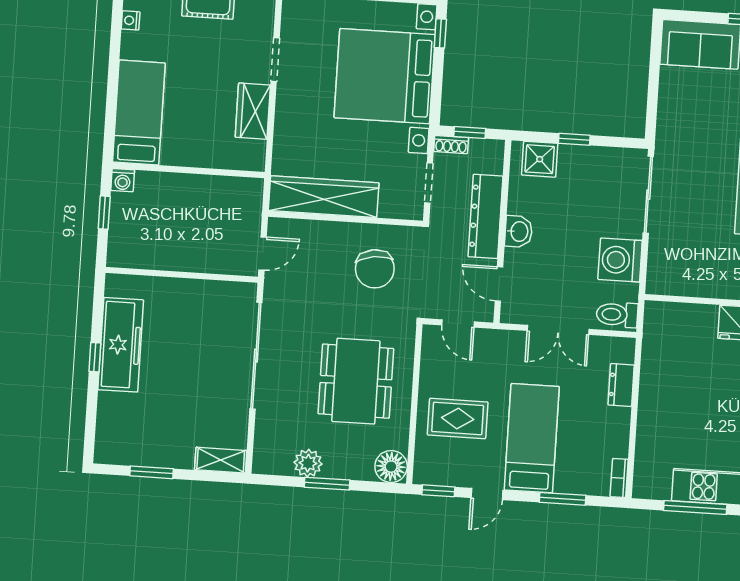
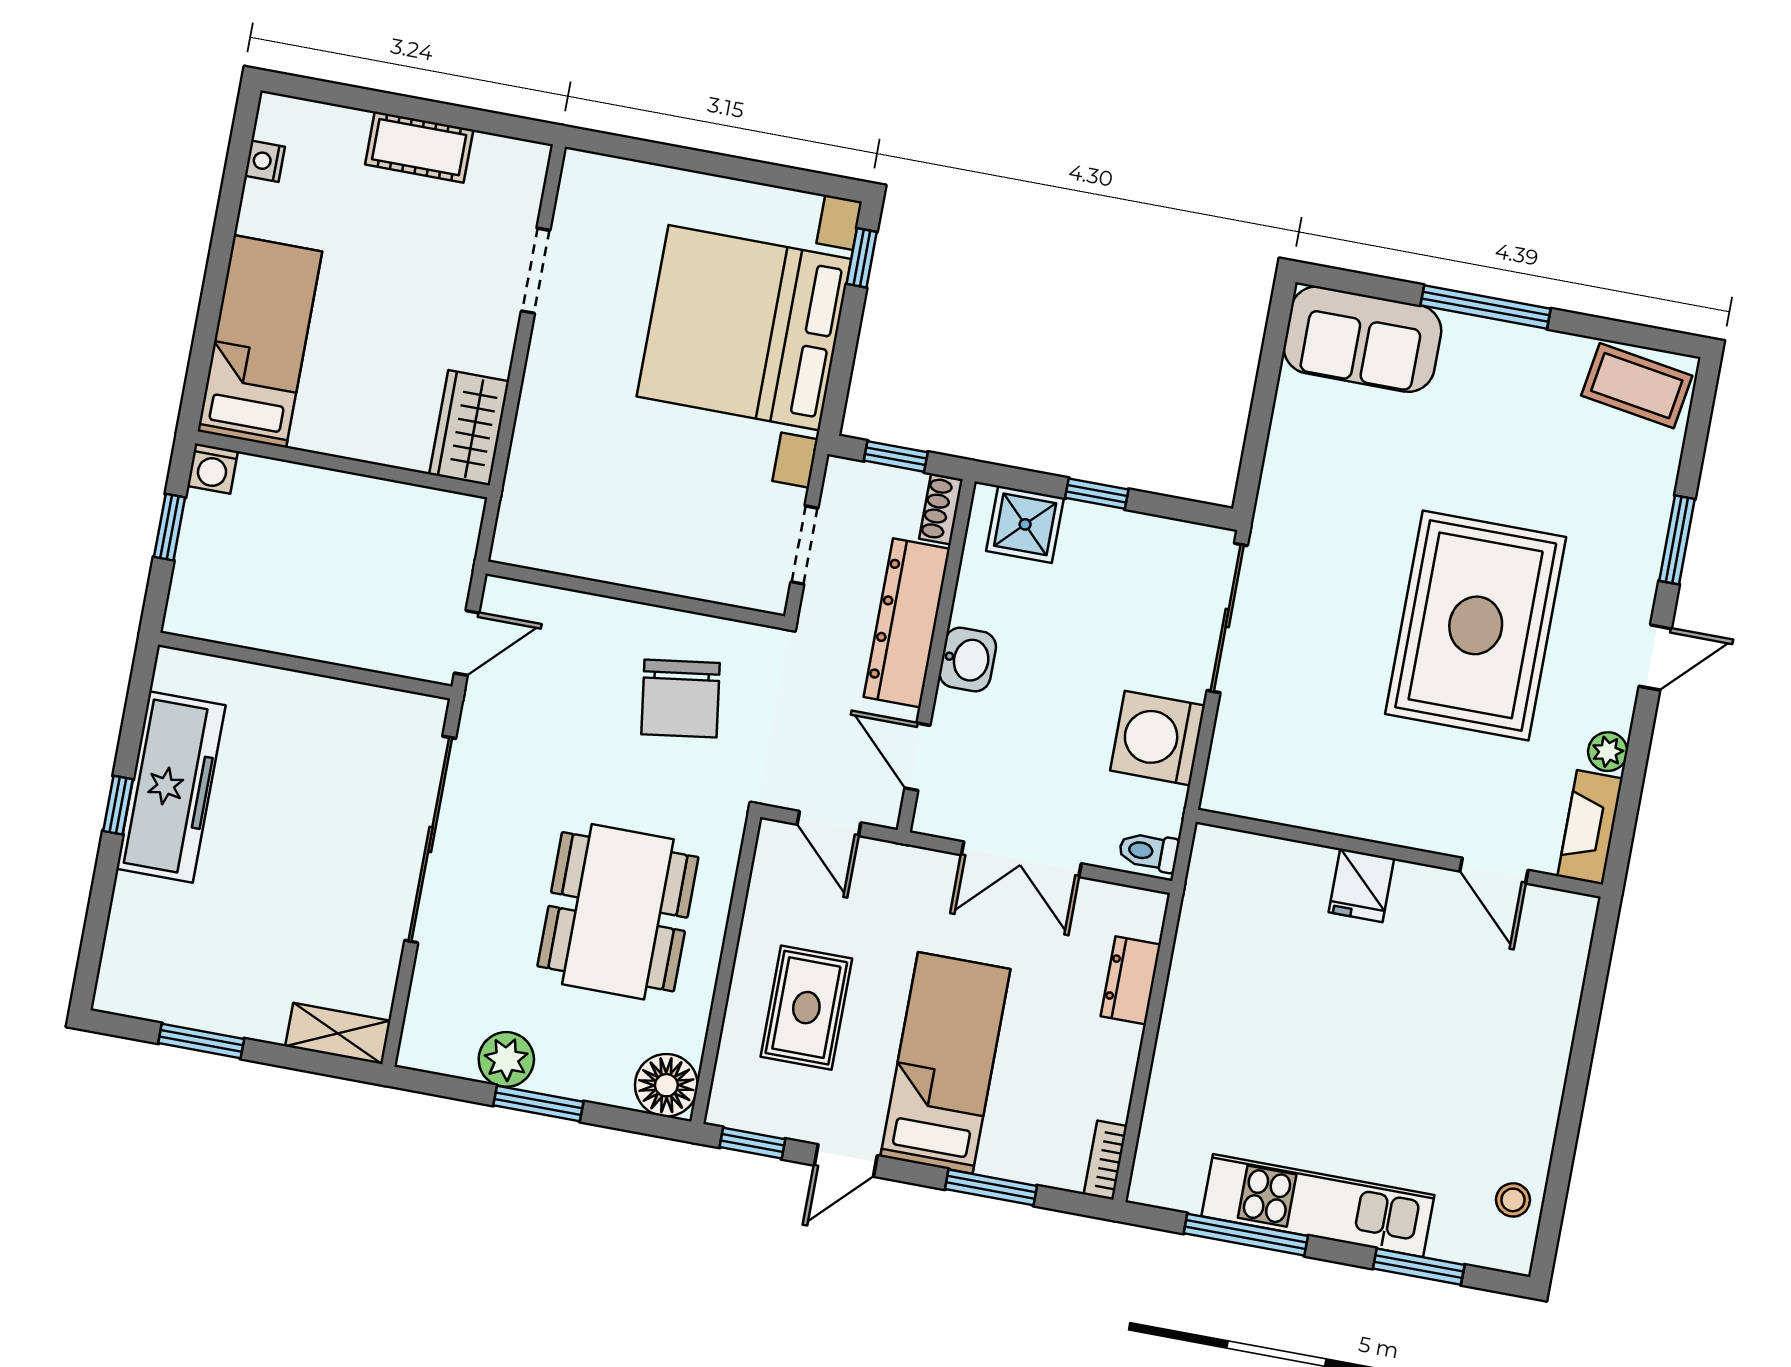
wardrobe: (253, 111) -> (469, 428), moved
shoe rack: (451, 145) -> (941, 509), moved, turned 90
wardrobe: (324, 197) -> (598, 547), removed
toilet: (617, 315) -> (1149, 852), width x0.73, depth x0.72
rug: (458, 419) -> (806, 1008), turned 90

